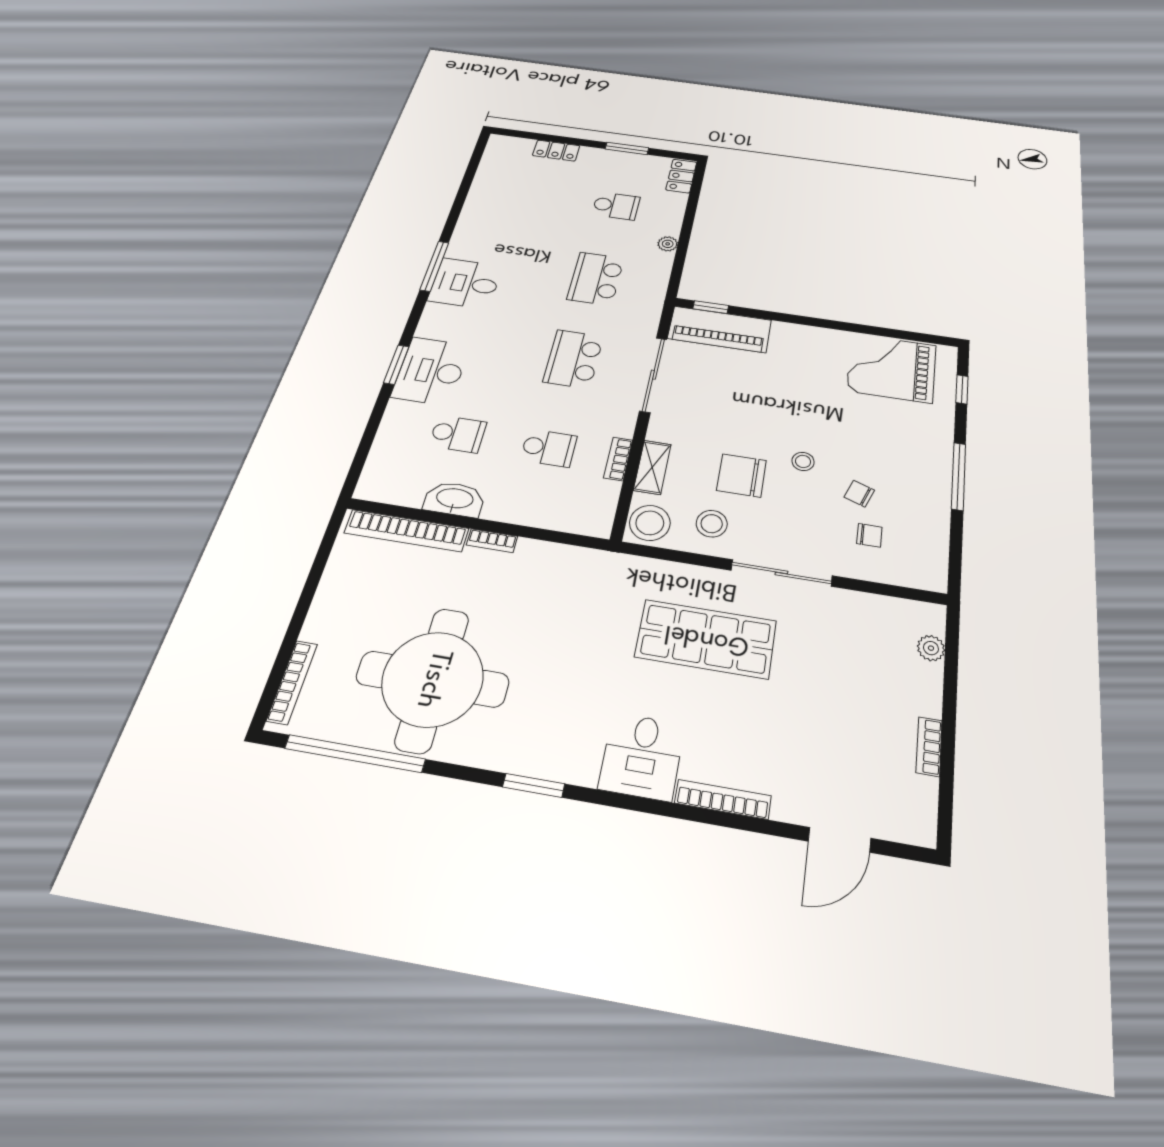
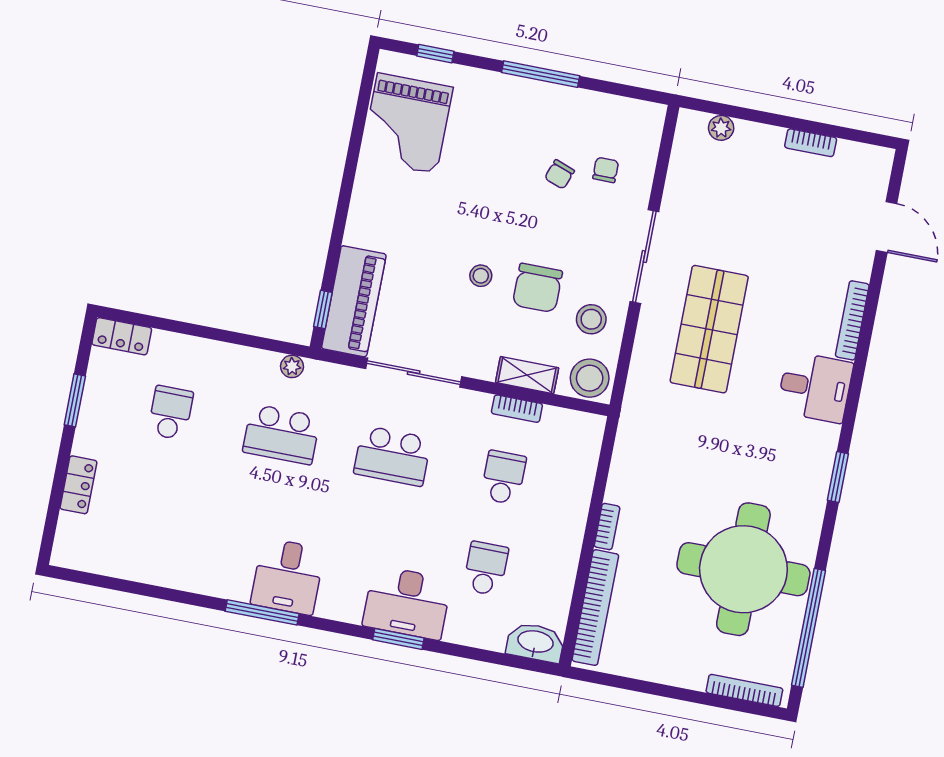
plant: (668, 244) -> (292, 366), moved
stool: (803, 461) -> (481, 276), moved
washbasin: (455, 499) -> (535, 642), moved, turned 90

